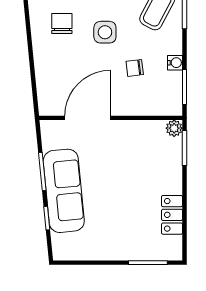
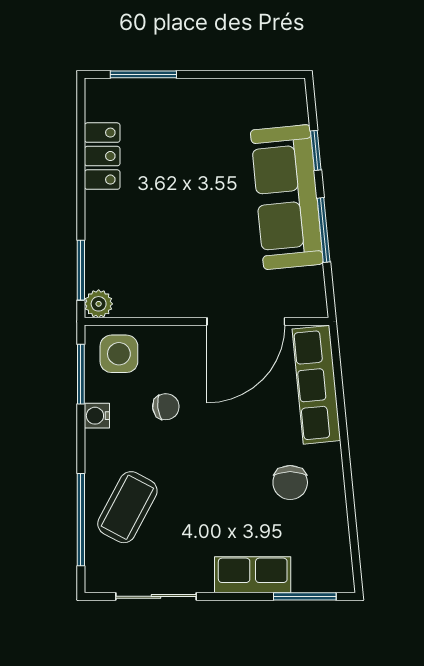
side table: (105, 32) -> (119, 354), moved
row of seats: (47, 81) -> (316, 385), added

